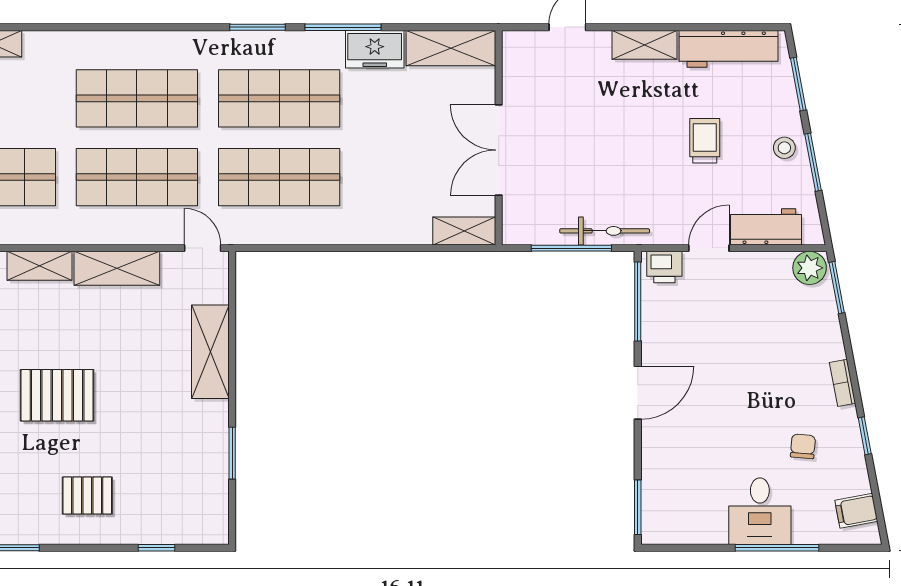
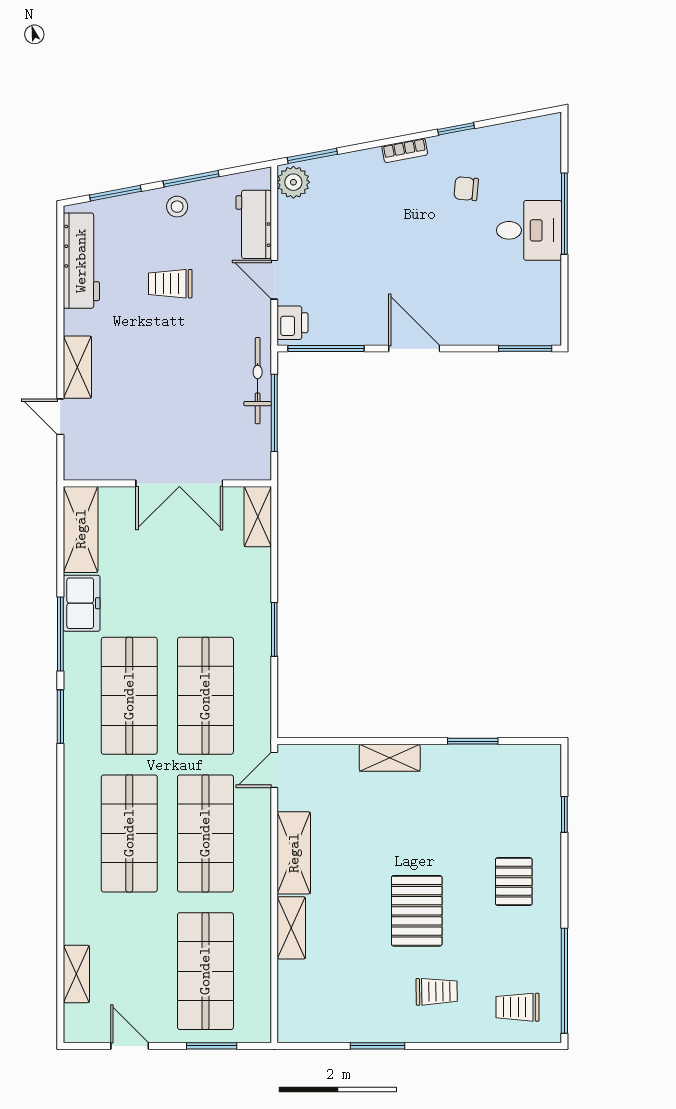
shelving: (644, 45) -> (77, 367), moved
window: (348, 248) -> (274, 629), added
shelving: (210, 352) -> (390, 758), width x0.67, depth x0.75
filing cabinet: (856, 511) -> (529, 137), removed

